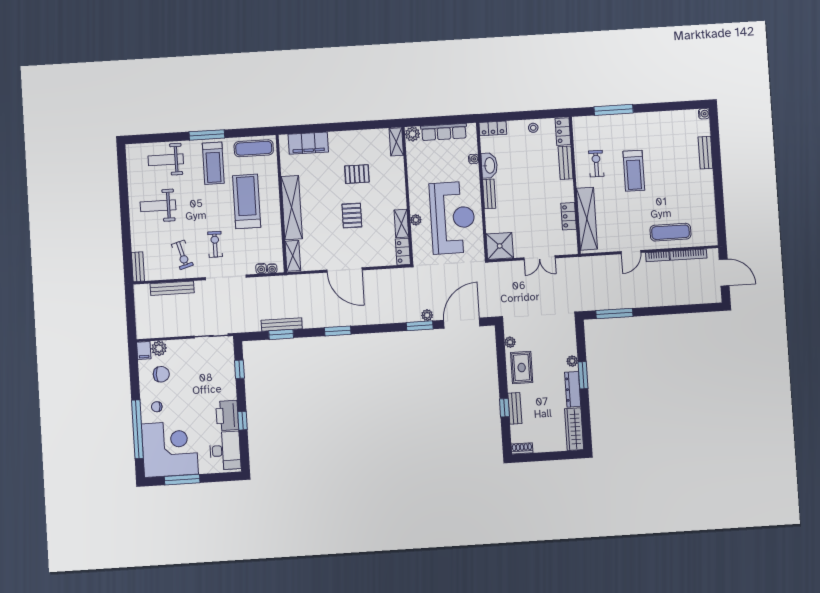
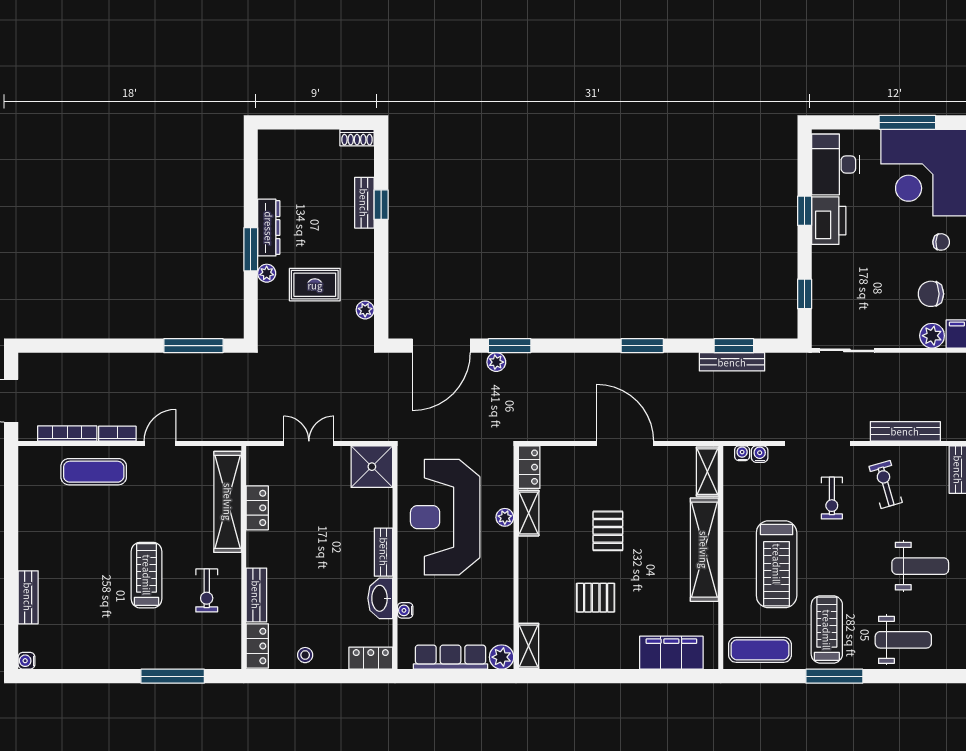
rug: (522, 368) -> (315, 285), moved, turned 90
wardrobe: (574, 429) -> (271, 163), removed

